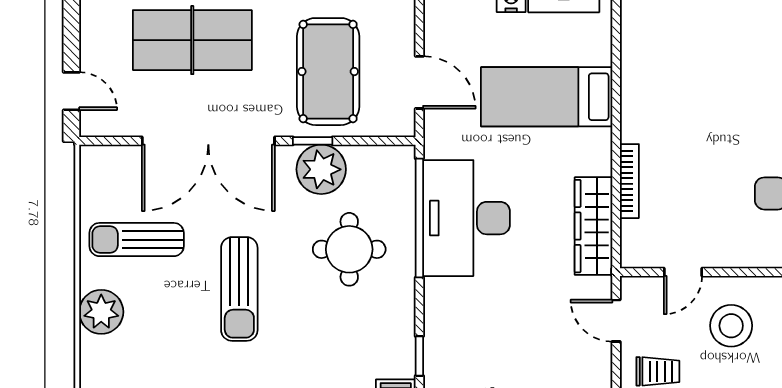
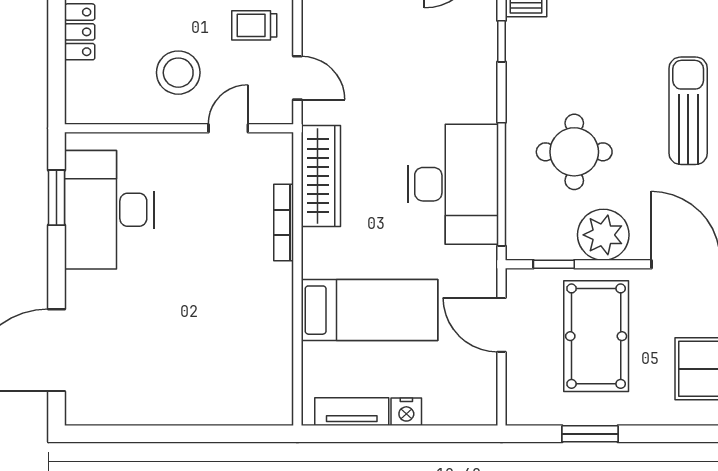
window: (313, 141) -> (554, 264), moved

